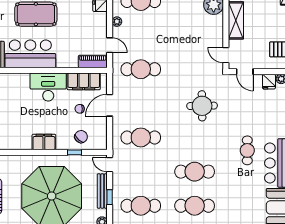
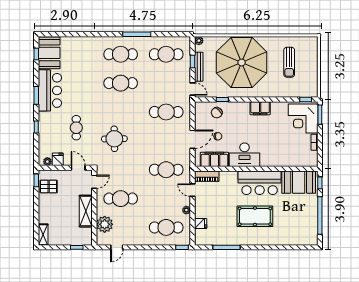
cafe table: (195, 35) -> (121, 199), added
door: (226, 55) -> (94, 182), hinge flipped
filing cabinet: (44, 142) -> (260, 108), moved
cafe table: (247, 150) -> (76, 128), moved

